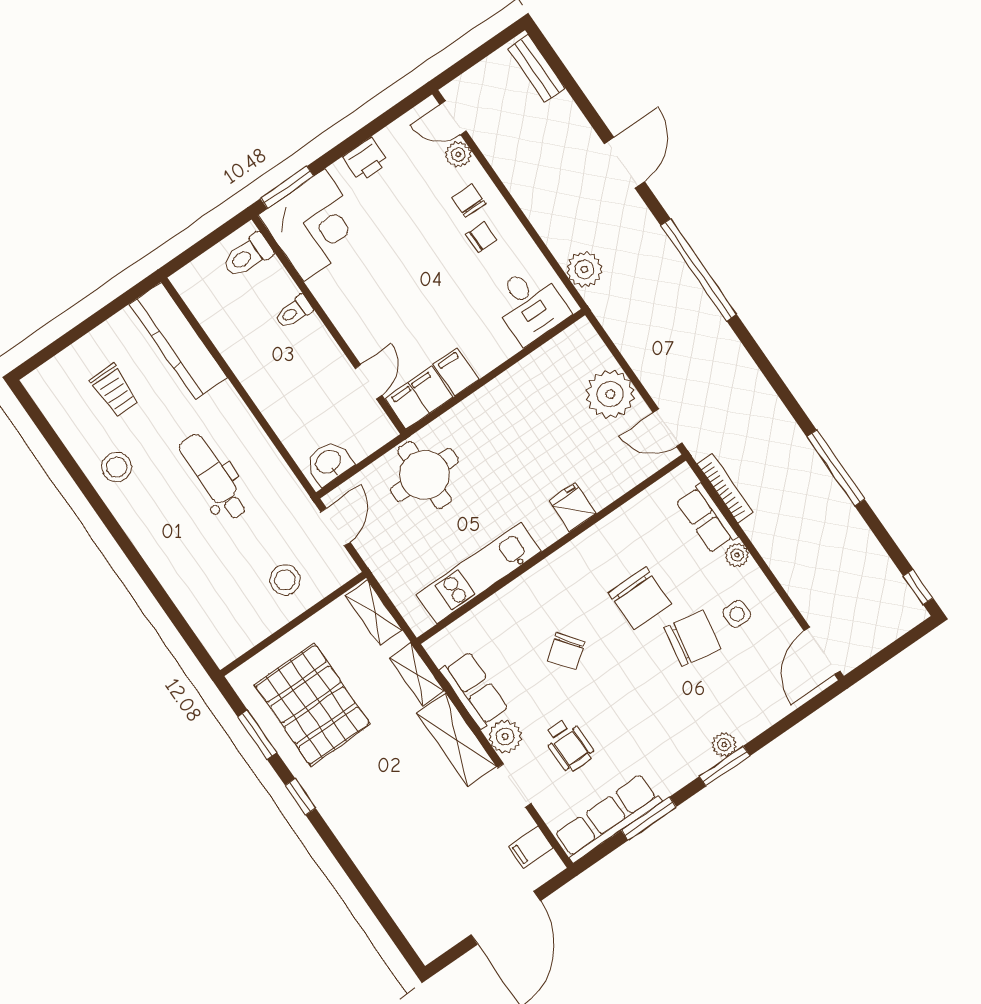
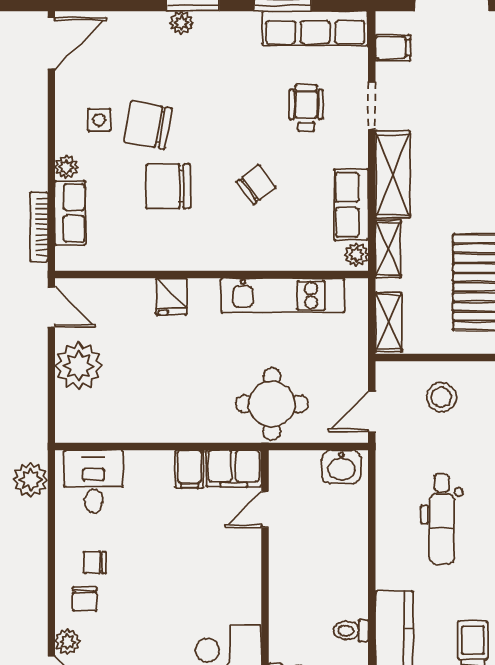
toilet: (294, 312) -> (351, 631), moved, turned 180
chair: (640, 598) -> (168, 186), turned -90
plant: (505, 736) -> (356, 255), moved, width x0.73, depth x0.73

